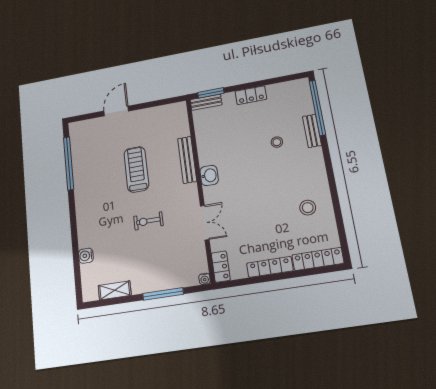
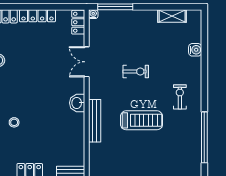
treadmill: (136, 169) -> (142, 120), turned -90
exercise bike: (98, 201) -> (180, 97), added
window: (163, 294) -> (115, 7), moved

